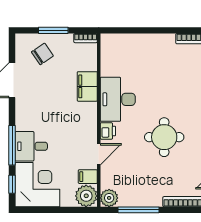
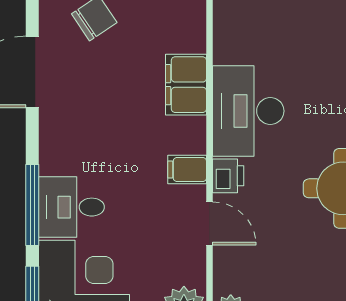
door: (99, 154) -> (209, 223), hinge flipped
filing cabinet: (88, 177) -> (187, 170), moved

